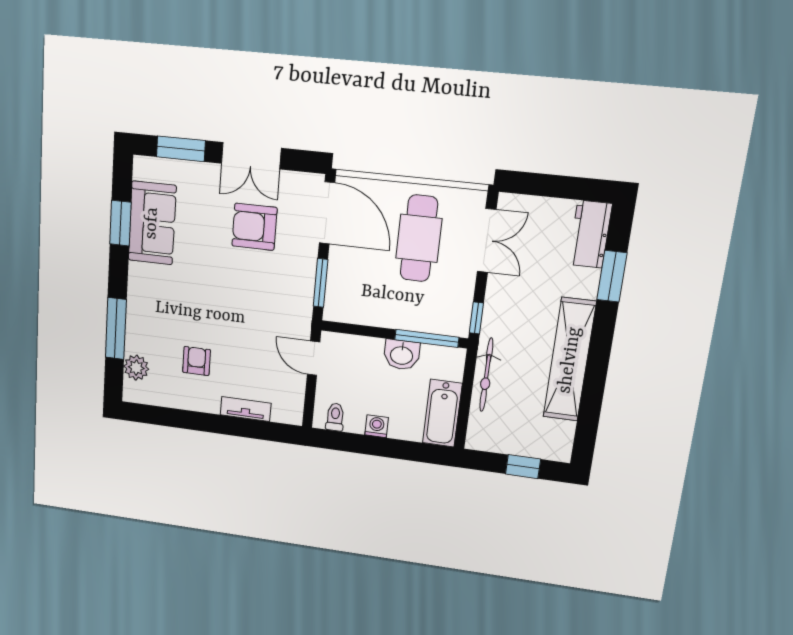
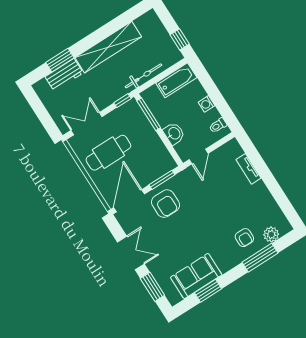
armchair: (254, 227) -> (166, 204), moved
workbench: (590, 234) -> (64, 75), moved
washbasin: (402, 355) -> (174, 134), moved
armchair: (197, 361) -> (244, 238), moved, turned -90
window: (523, 467) -> (180, 39), moved

